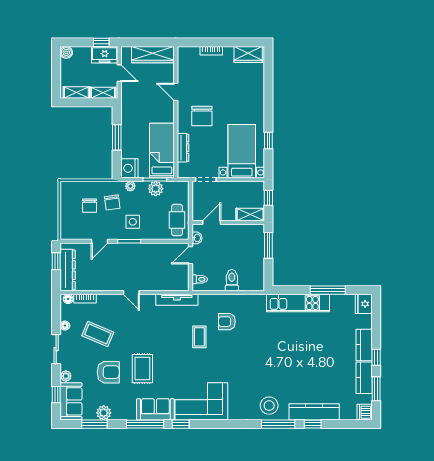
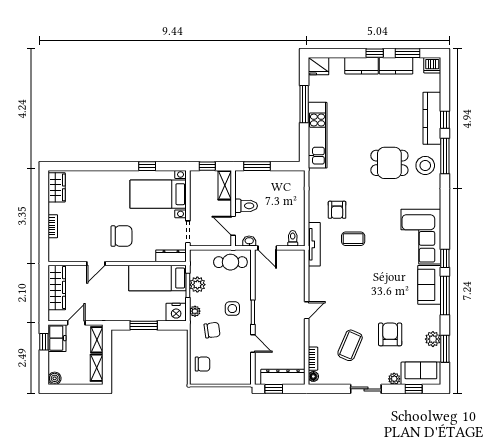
dresser: (183, 148) -> (171, 256), moved
chair: (90, 206) -> (203, 364), moved
toilet: (232, 280) -> (246, 206), moved, turned 180
tv unit: (177, 300) -> (314, 244), moved
floor lamp: (65, 326) -> (341, 380), removed
rug: (142, 369) -> (386, 298), removed
dining table: (272, 371) -> (389, 163), added

